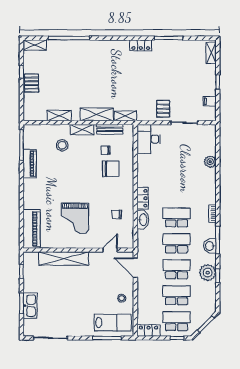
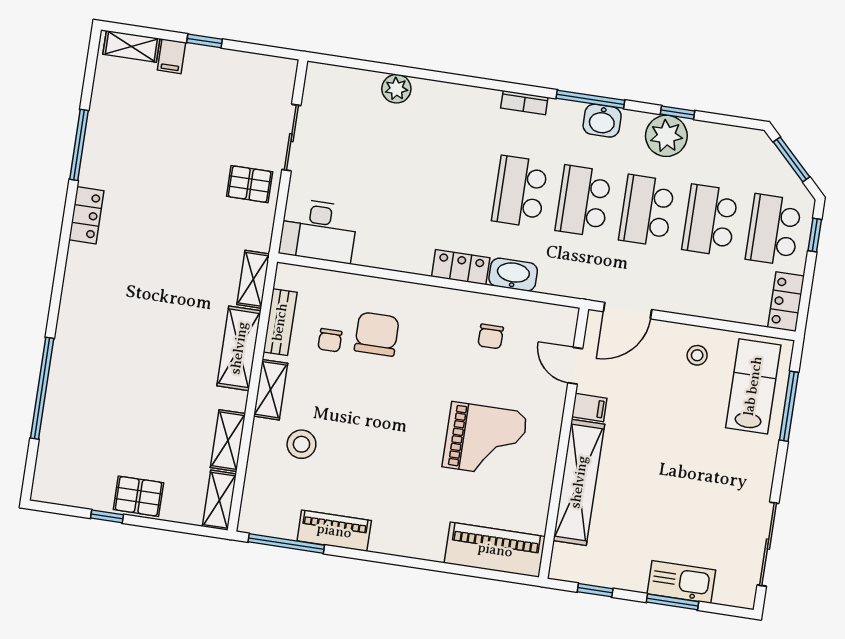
shelving: (35, 45) -> (219, 500), moved
filing cabinet: (210, 101) -> (172, 56), moved
filing cabinet: (94, 258) -> (589, 407), added

